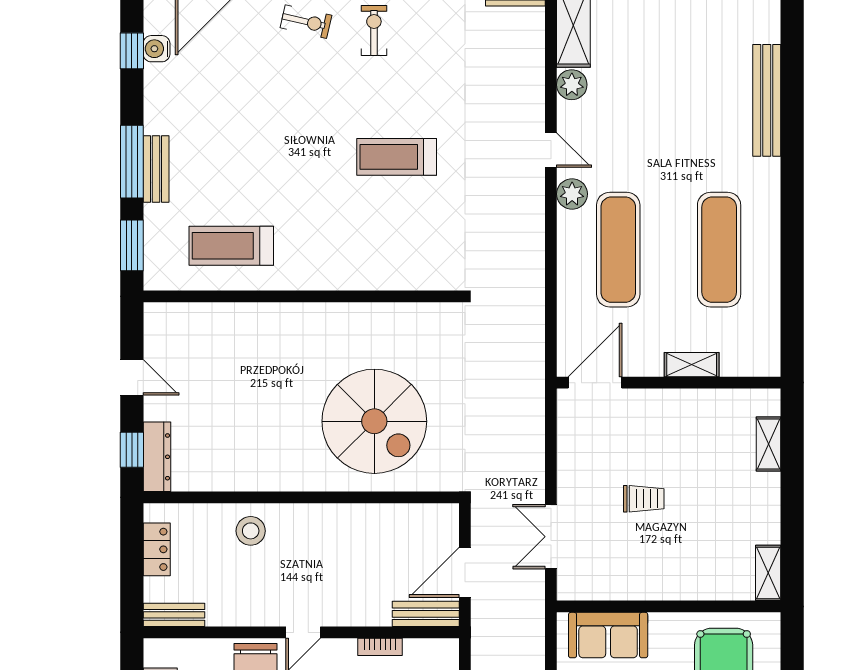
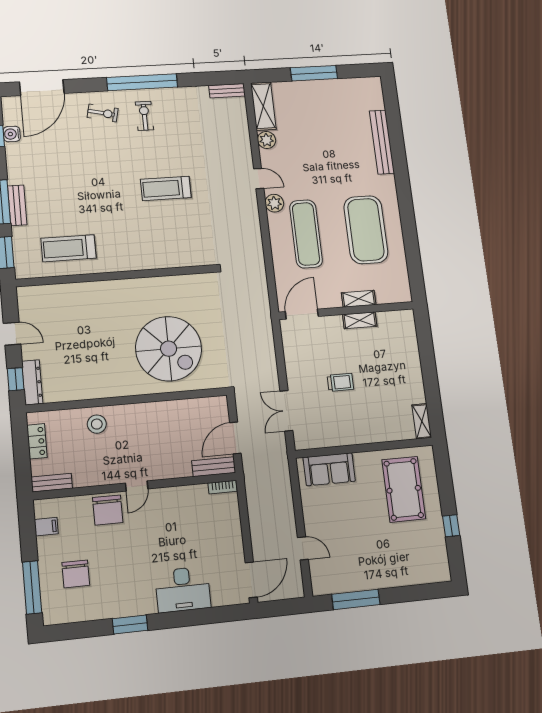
exercise mat: (719, 250) -> (366, 230), width x1.47
shelving: (768, 444) -> (360, 320), moved, turned 90
bookcase: (380, 647) -> (223, 487), moved

